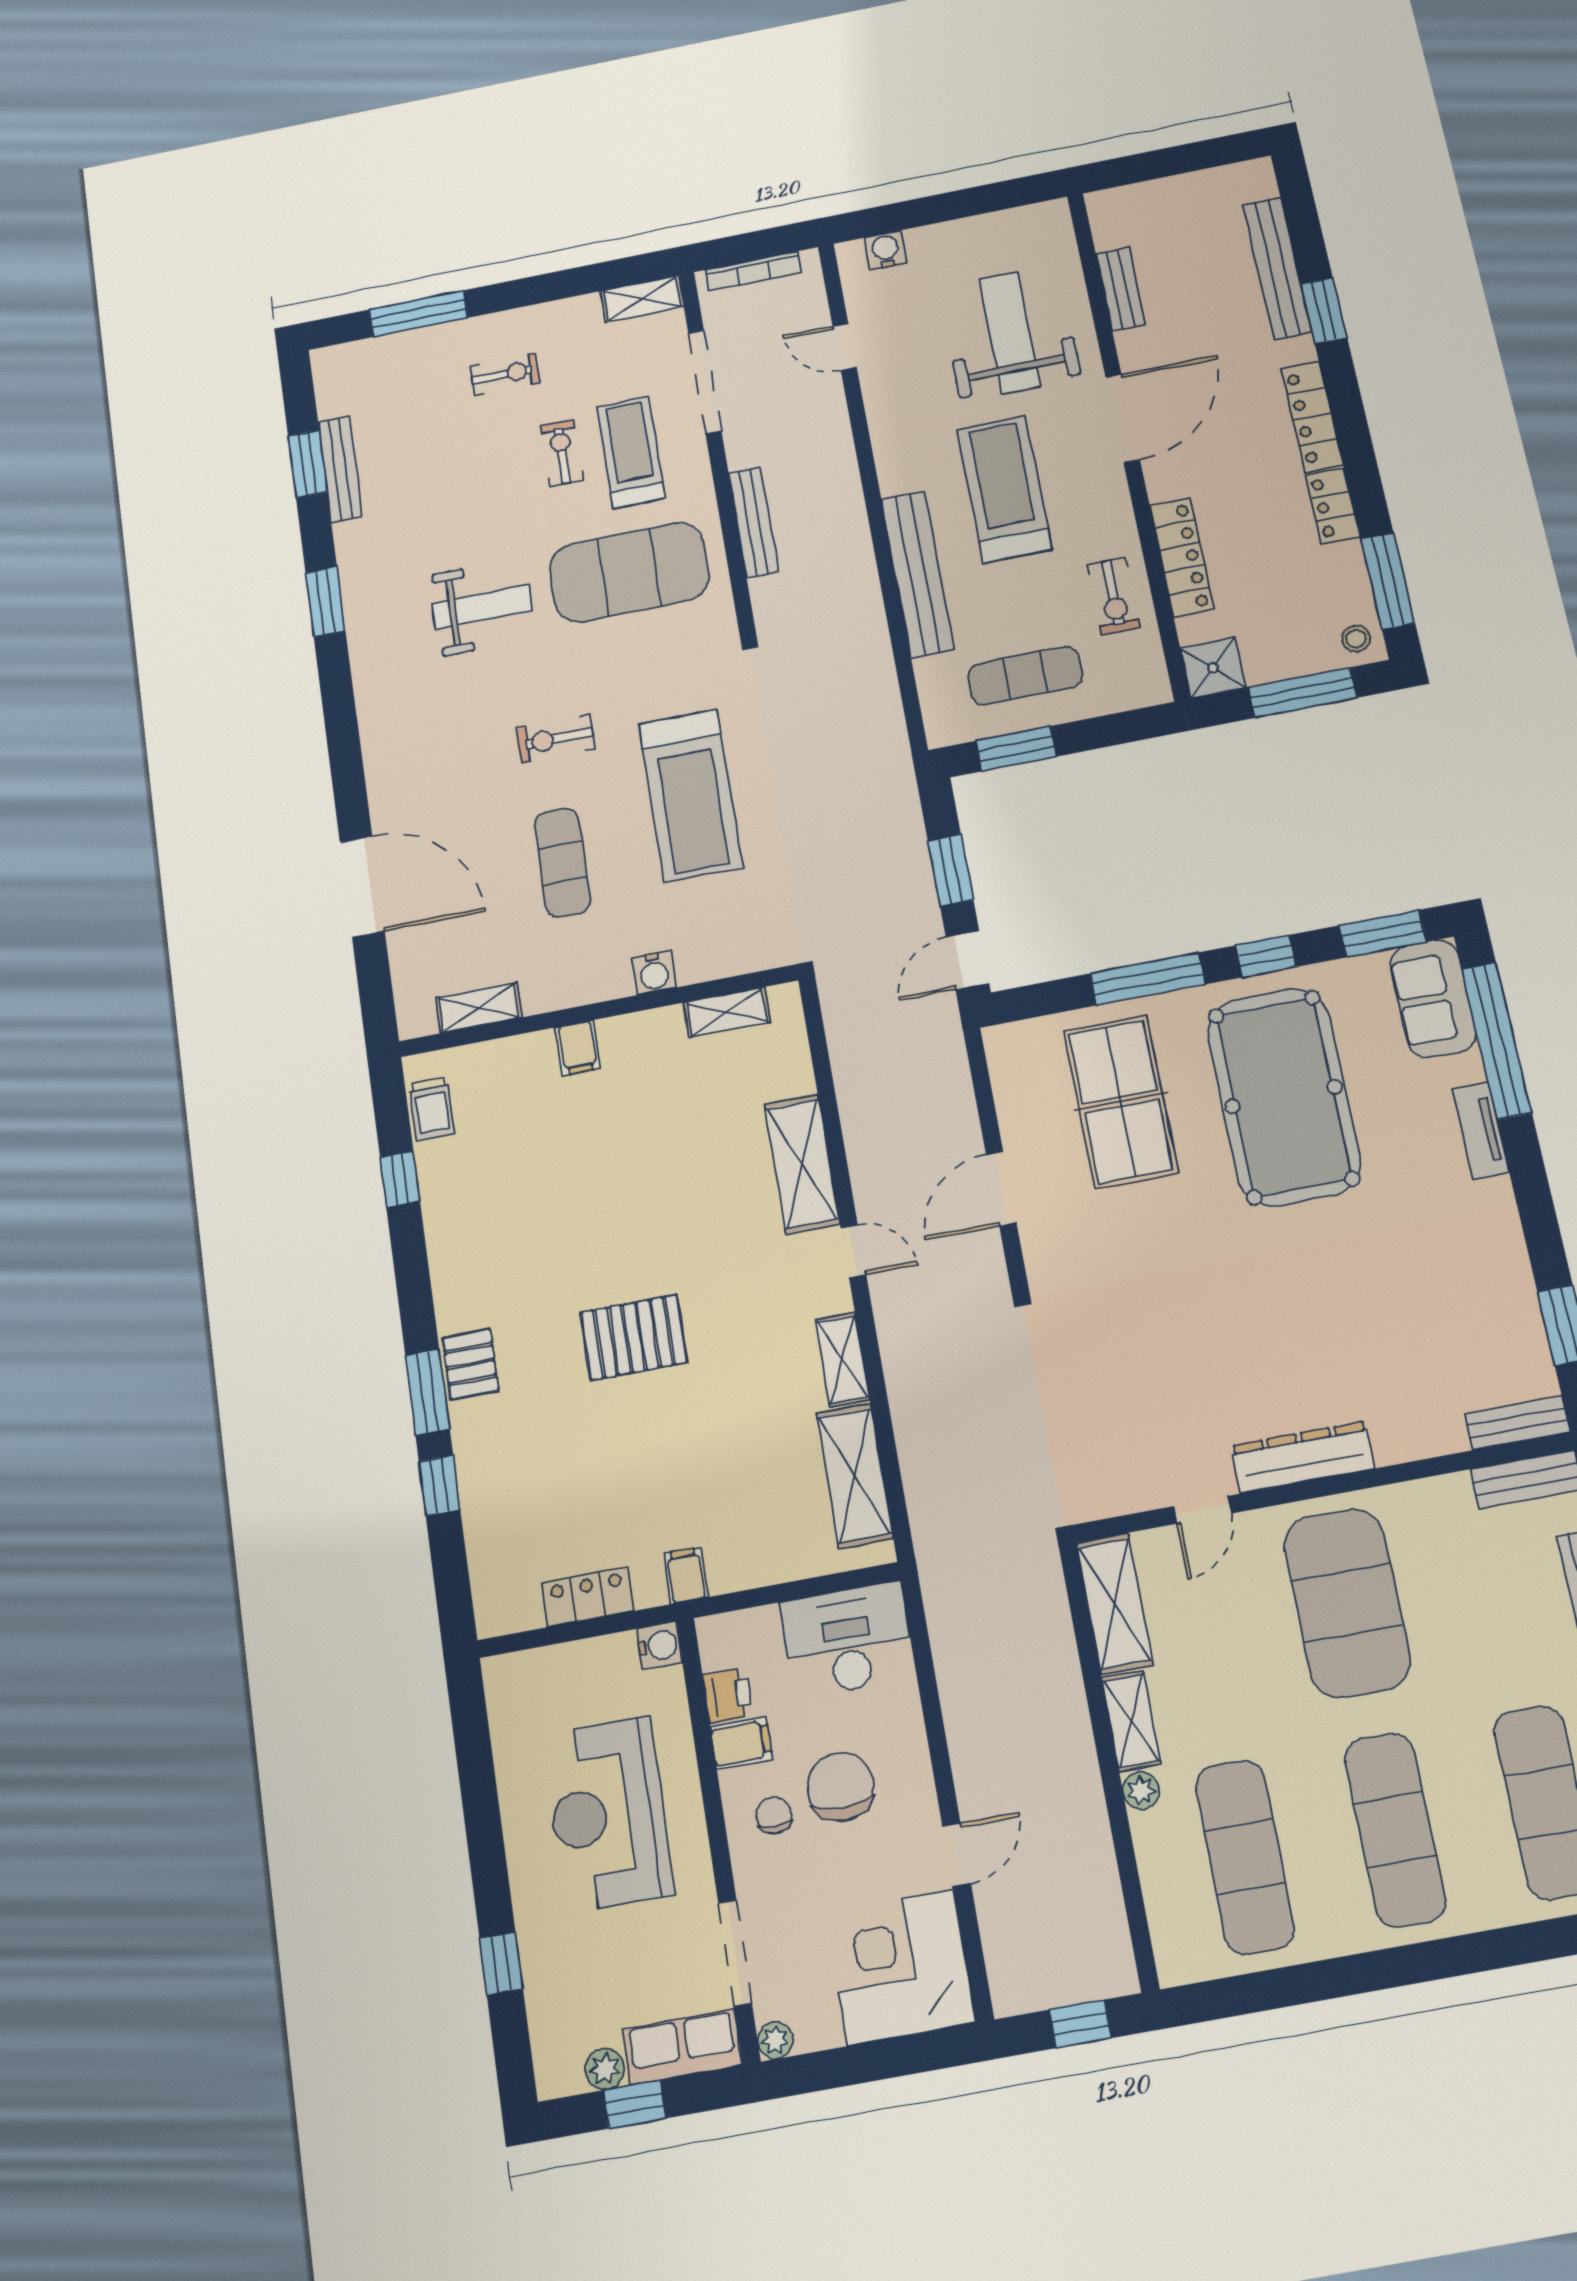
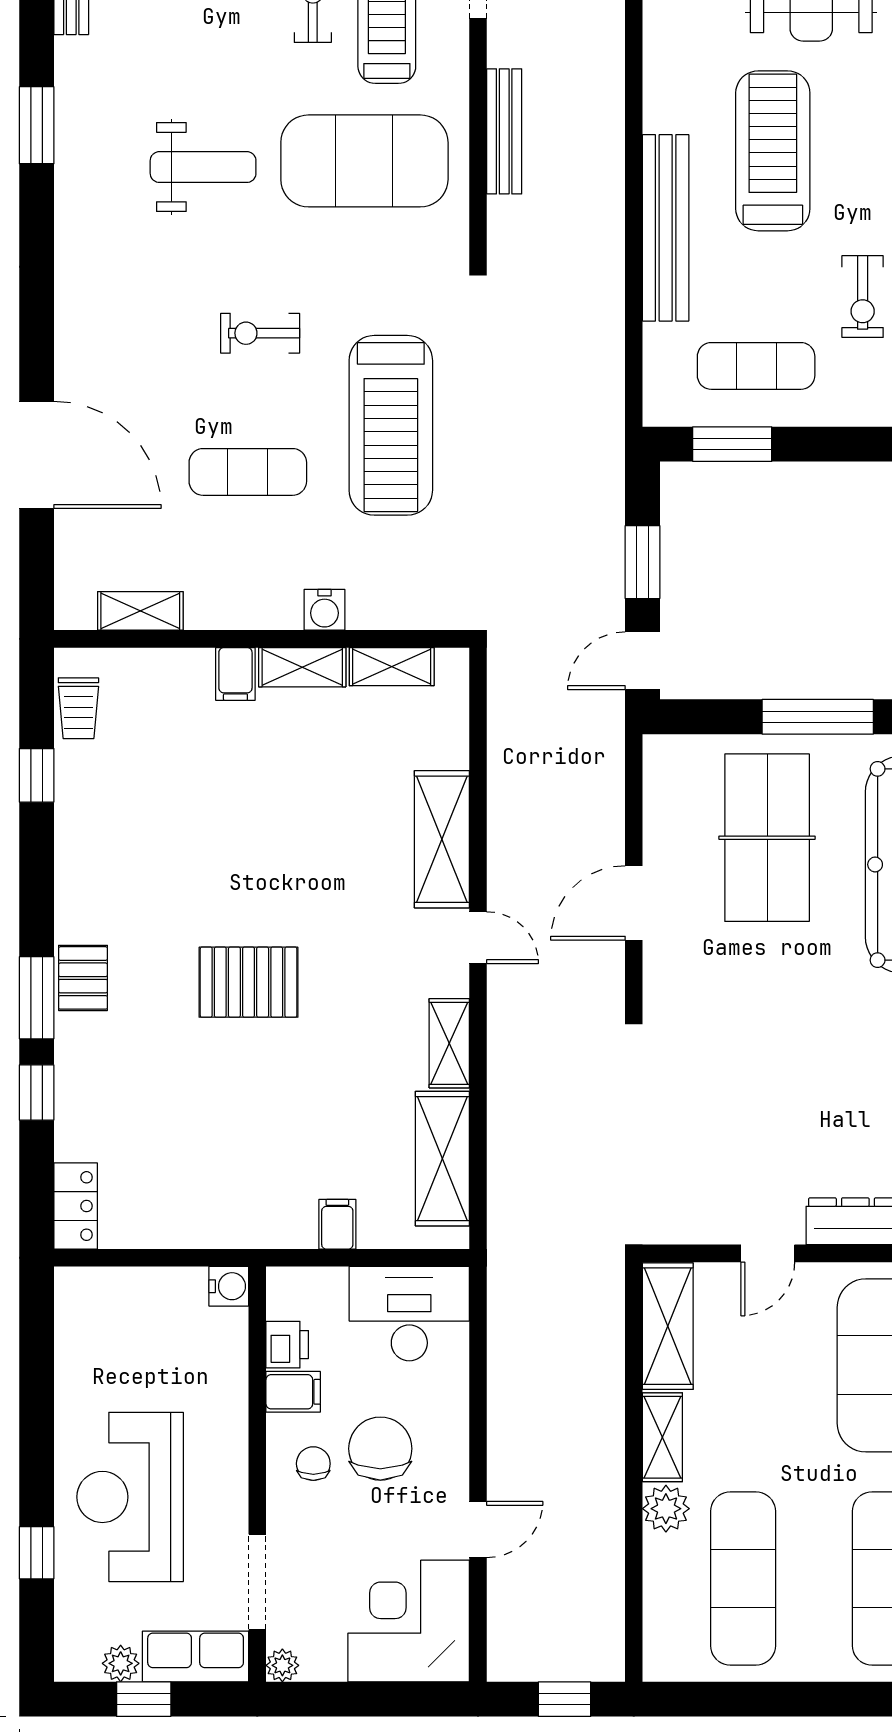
exercise mat: (562, 863) -> (248, 472), turned 90
shelving: (641, 1029) -> (302, 667), added
filing cabinet: (686, 1575) -> (337, 1224), moved
locker: (588, 1597) -> (76, 1206), moved, turned 90
plant: (1141, 1791) -> (666, 1509), width x1.38, depth x1.38
reception desk: (608, 1814) -> (130, 1497), moved

